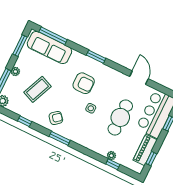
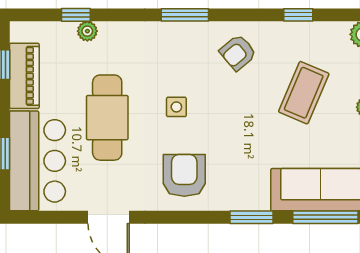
window: (96, 57) -> (252, 217), moved
armchair: (84, 83) -> (184, 175), moved, turned 90
window: (60, 138) -> (185, 15), moved

